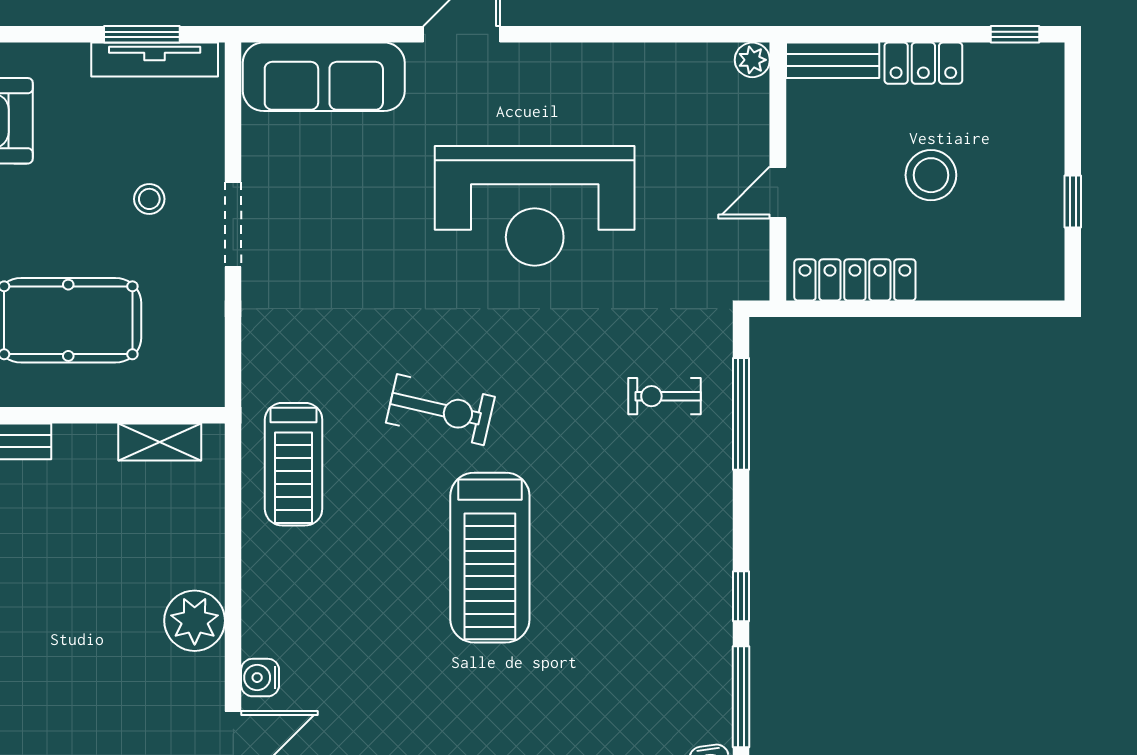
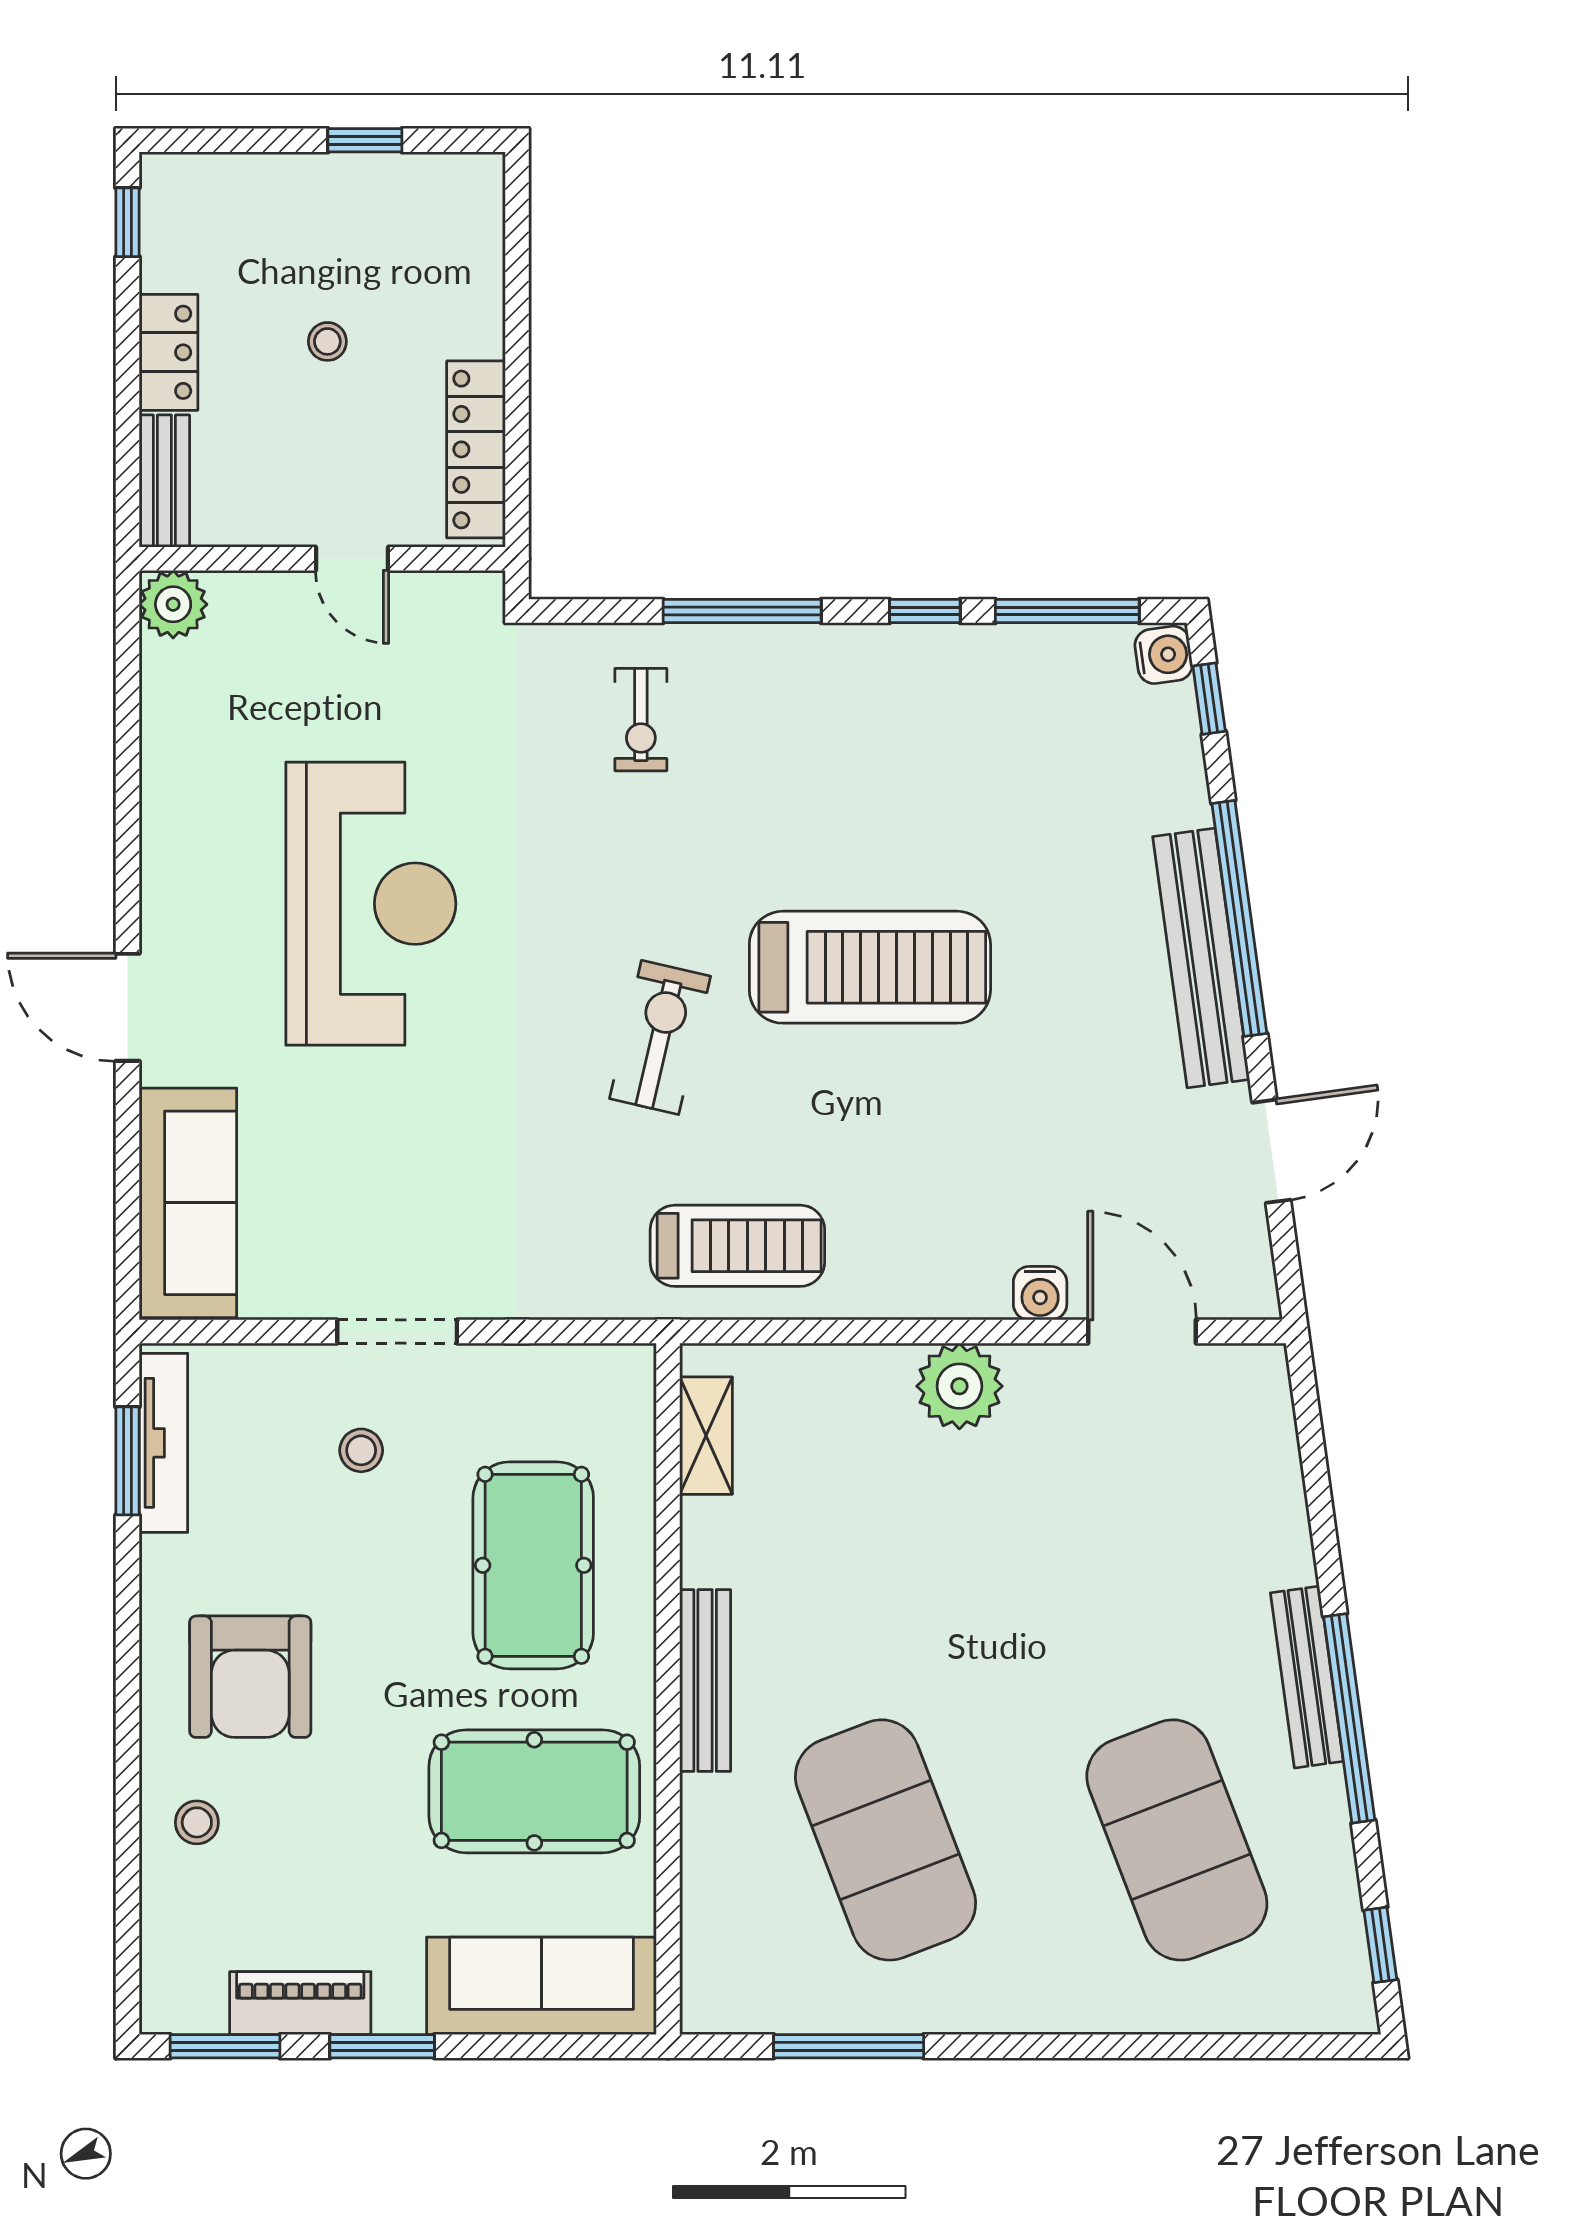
plant: (752, 60) -> (173, 604), width x1.38, depth x1.38
stool: (931, 175) -> (327, 341), width x0.53, depth x0.53
window: (741, 414) -> (742, 611), moved

